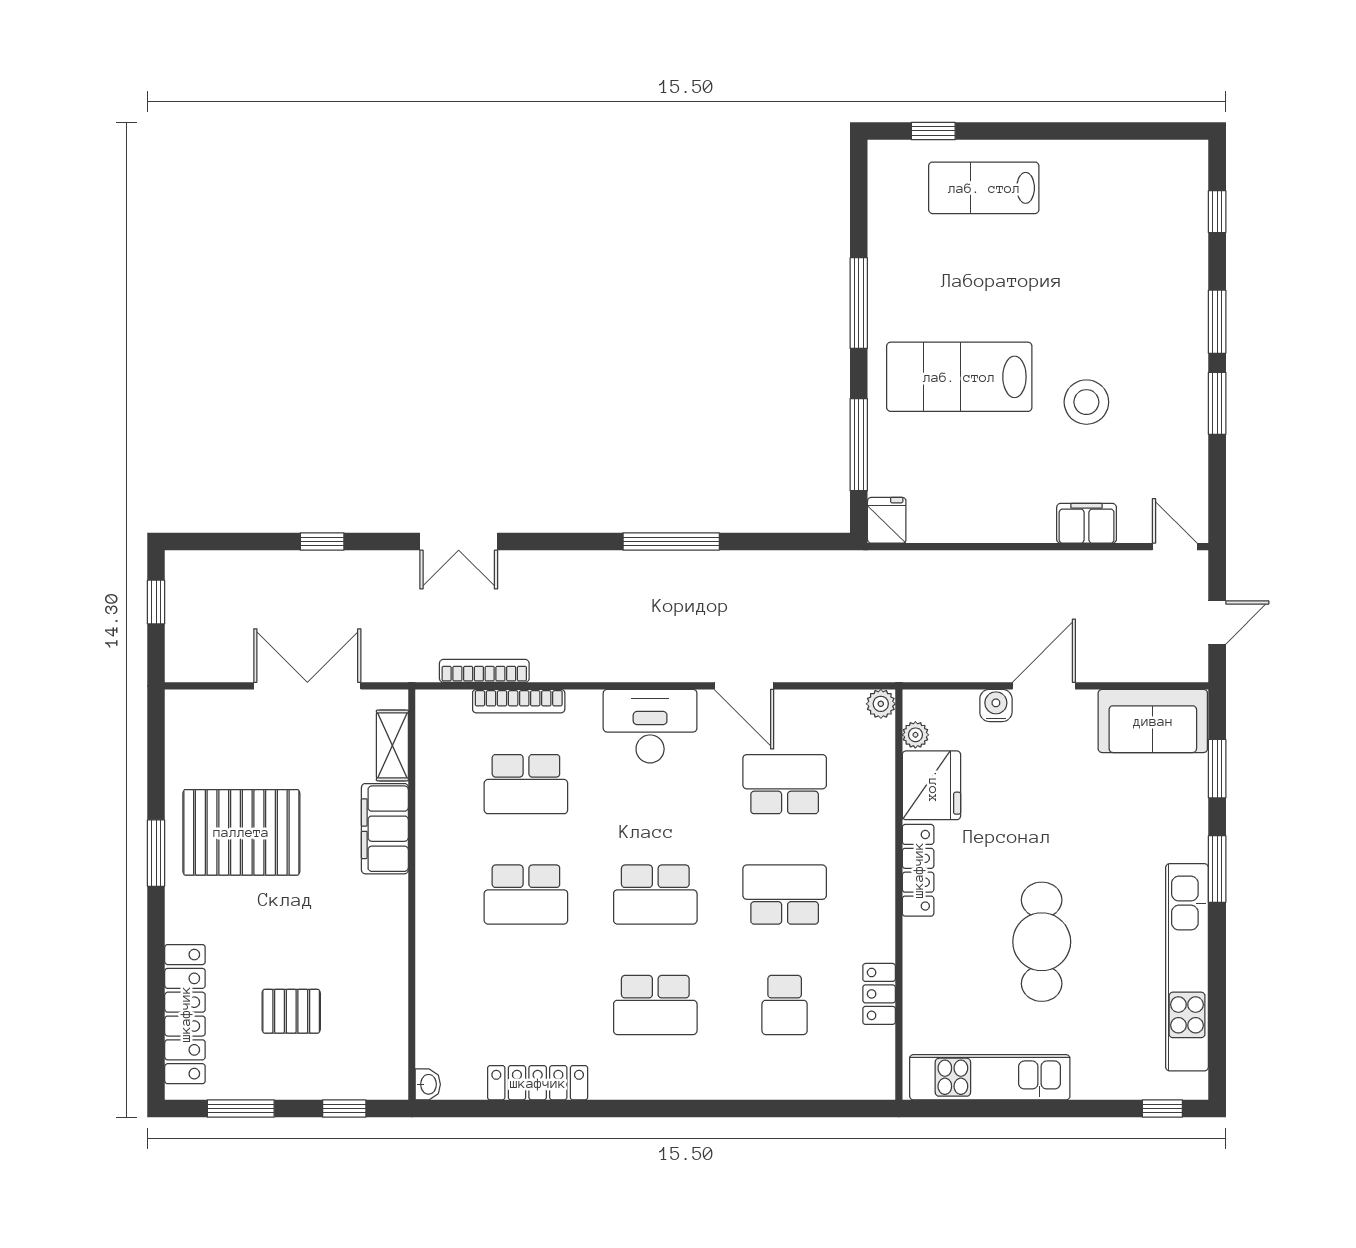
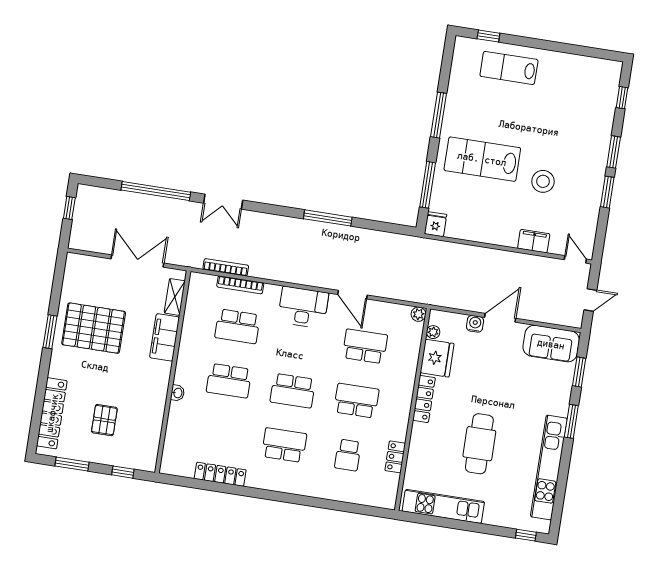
window: (322, 541) -> (156, 191), width x3.17
school desk: (655, 1005) -> (284, 445), turned 180
pallet: (291, 1011) -> (104, 420), turned 90
washbasin: (428, 1084) -> (178, 393), moved

